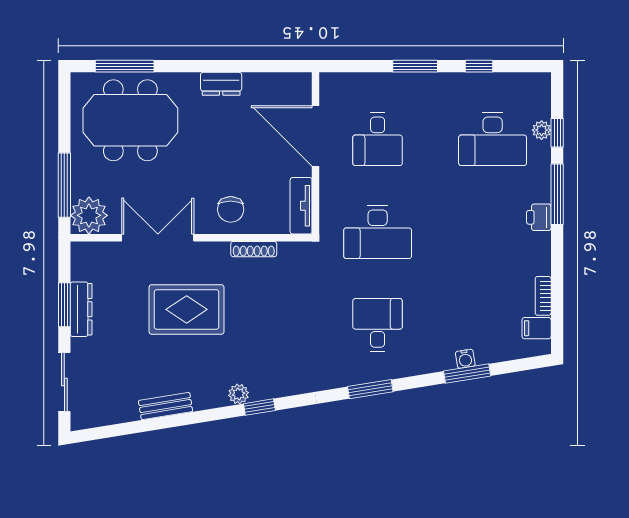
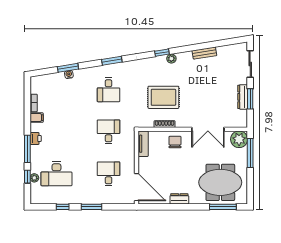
door: (316, 136) -> (137, 187), moved
desk: (493, 139) -> (56, 174), turned 180
desk: (378, 232) -> (108, 132), width x0.73
rug: (187, 309) -> (163, 97), moved
filing cabinet: (537, 328) -> (37, 118), moved

